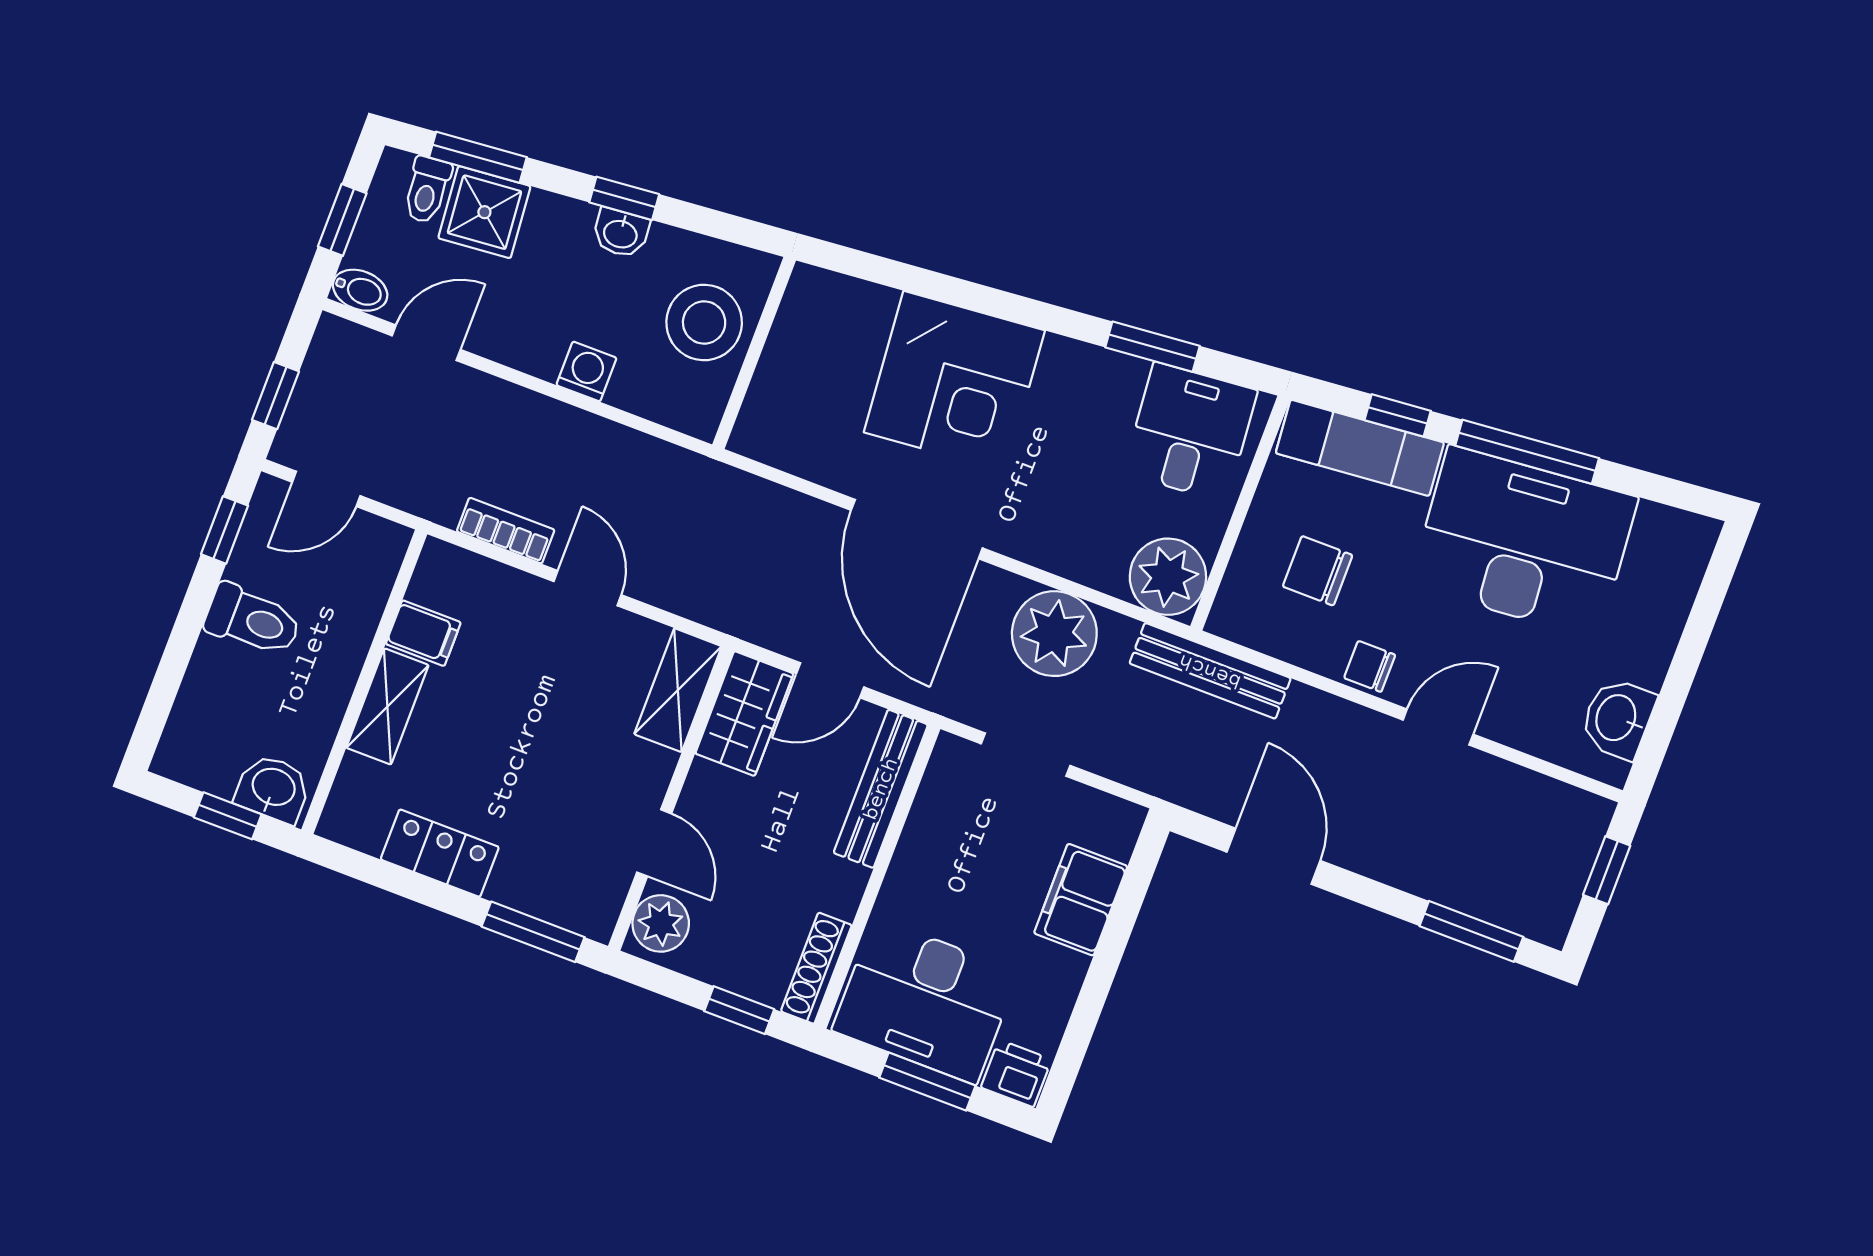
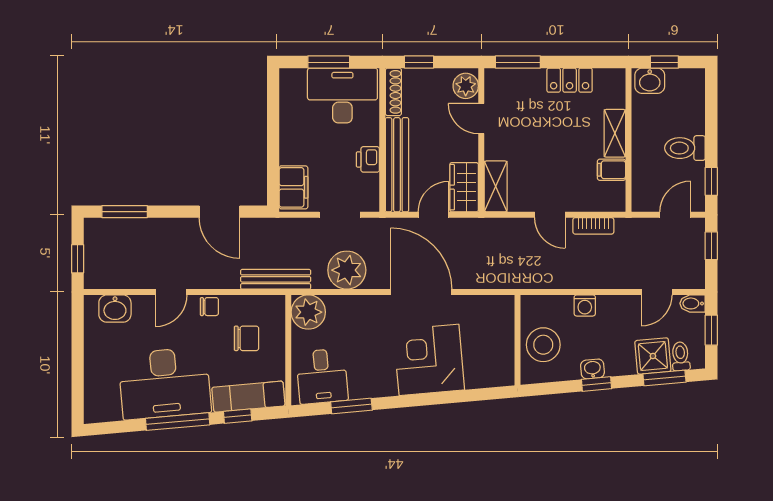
washbasin: (1618, 718) -> (115, 309), moved, turned 90
bench: (881, 789) -> (397, 165), width x1.37, depth x1.21
filing cabinet: (1081, 900) -> (293, 187), moved
printer: (1016, 1073) -> (368, 159), moved, turned 90

